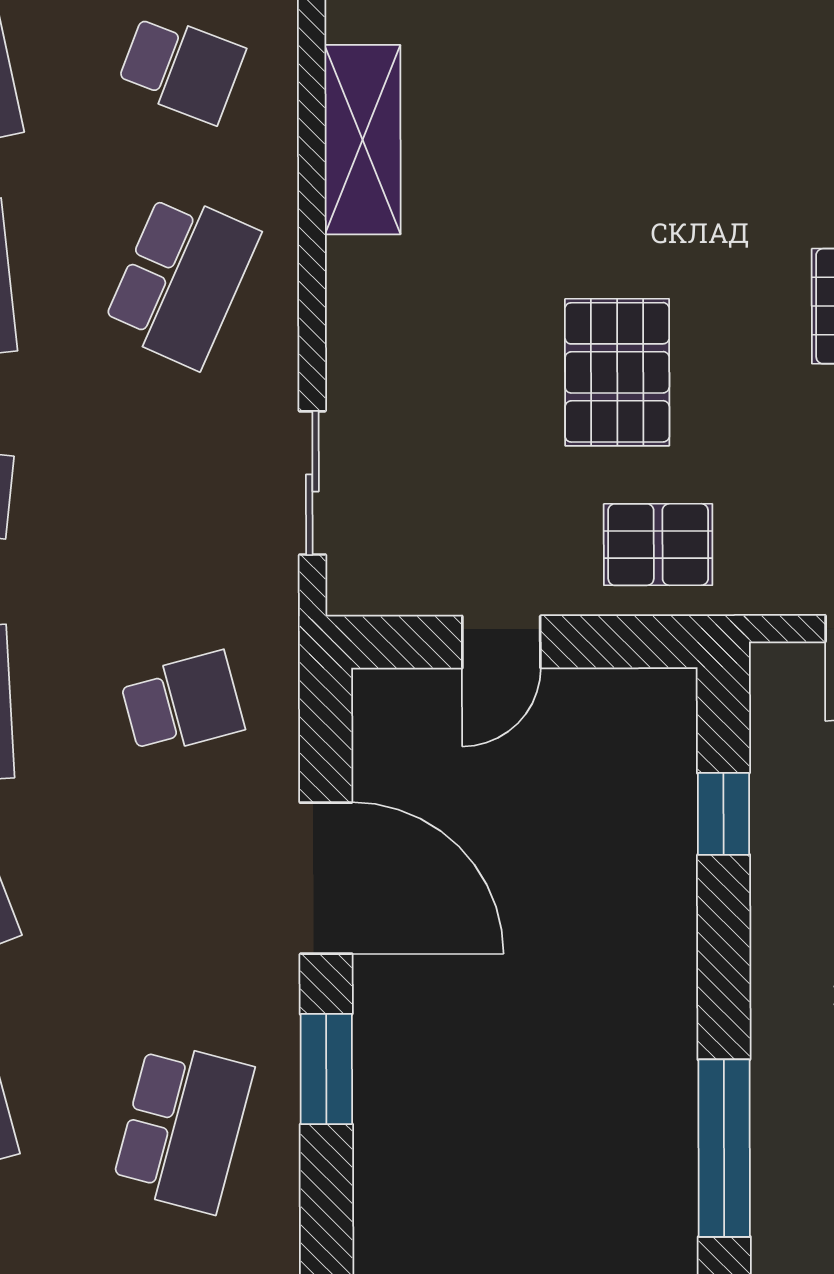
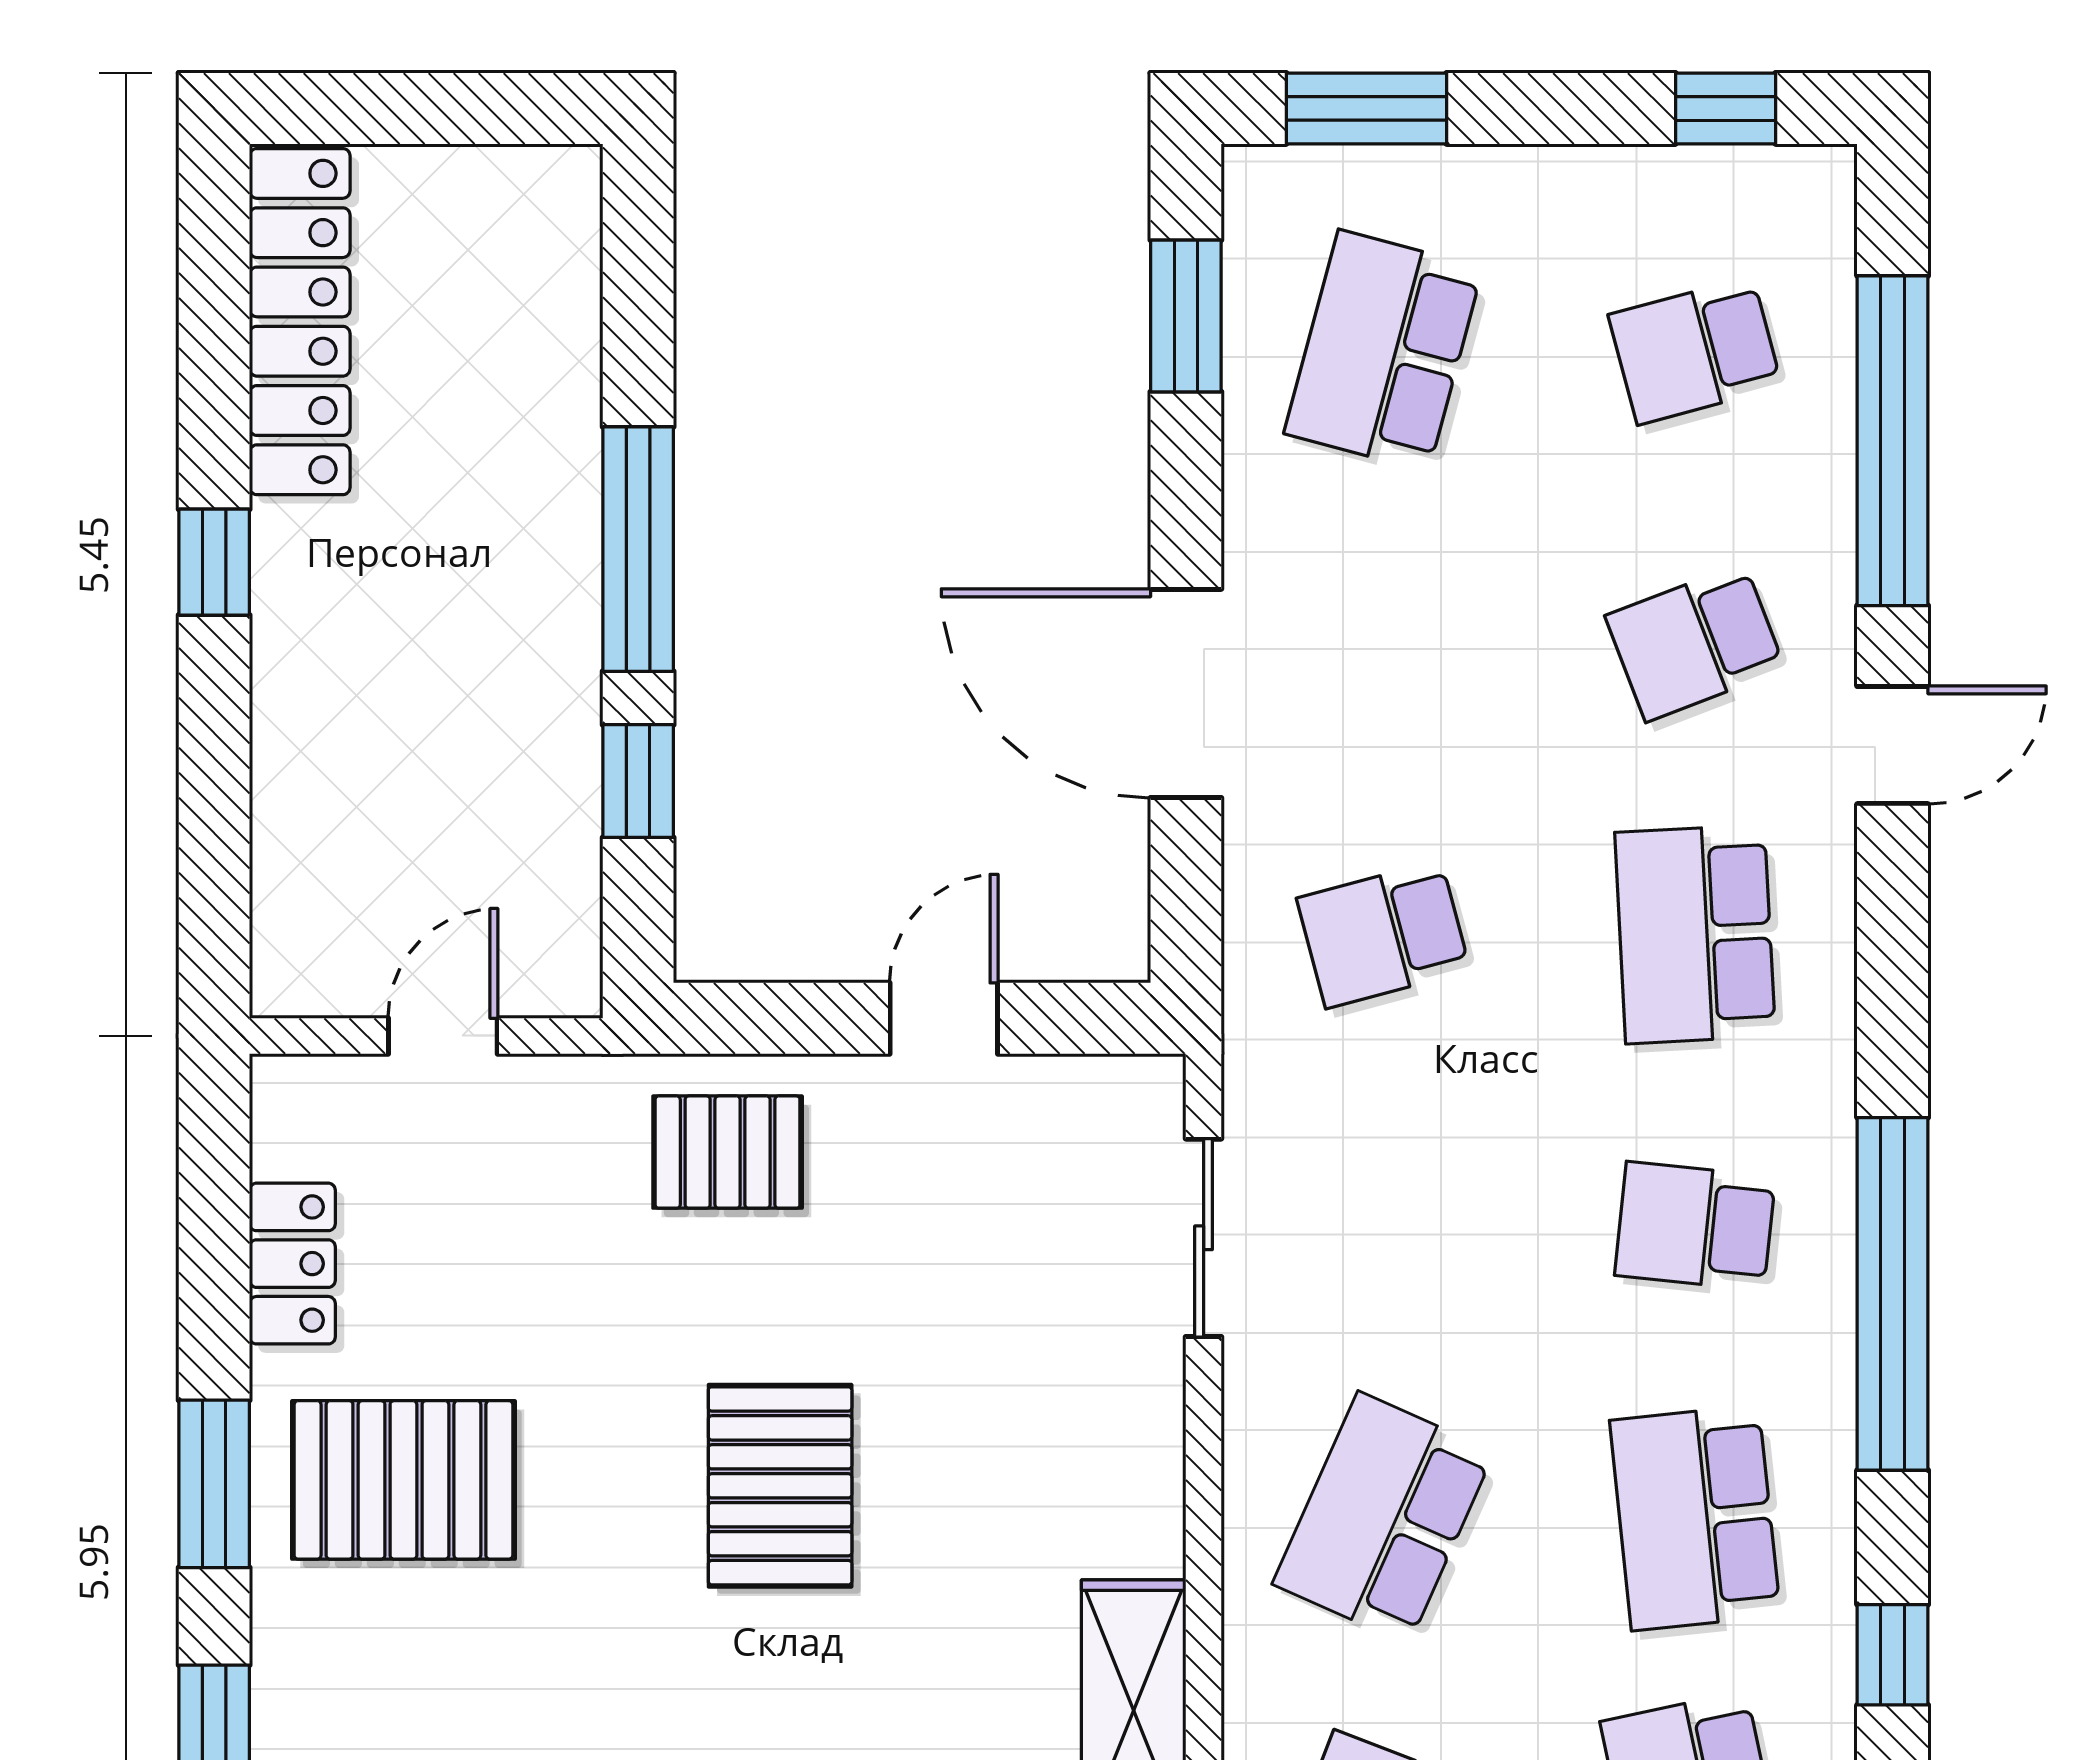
pallet: (617, 372) -> (780, 1486), moved
window: (326, 1069) -> (1186, 316), moved
window: (724, 1148) -> (638, 549), moved

